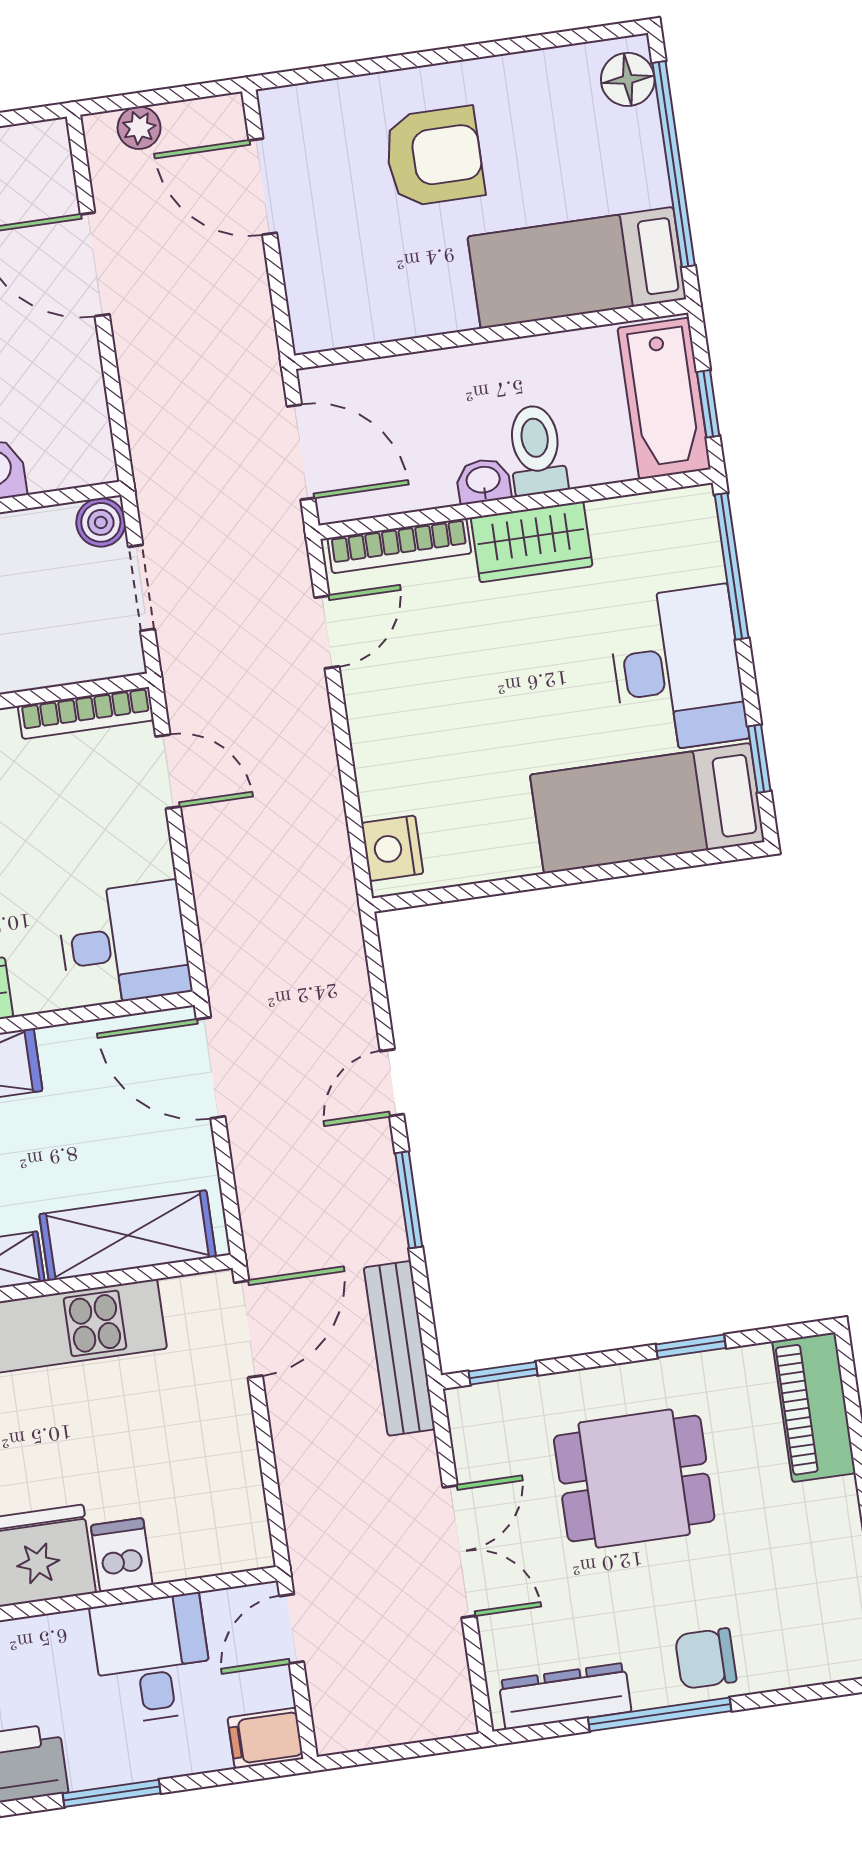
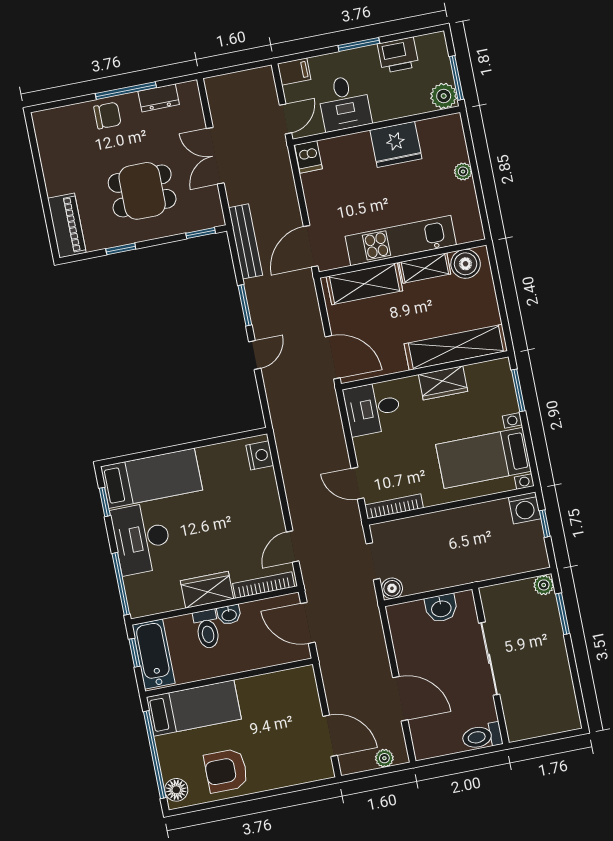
armchair: (434, 157) -> (226, 771), moved
dishwasher: (122, 1555) -> (308, 157), moved
dresser: (565, 1696) -> (159, 98), width x0.70

